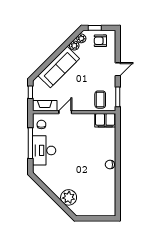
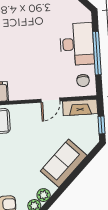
sofa: (59, 67) -> (64, 163), width x0.73

